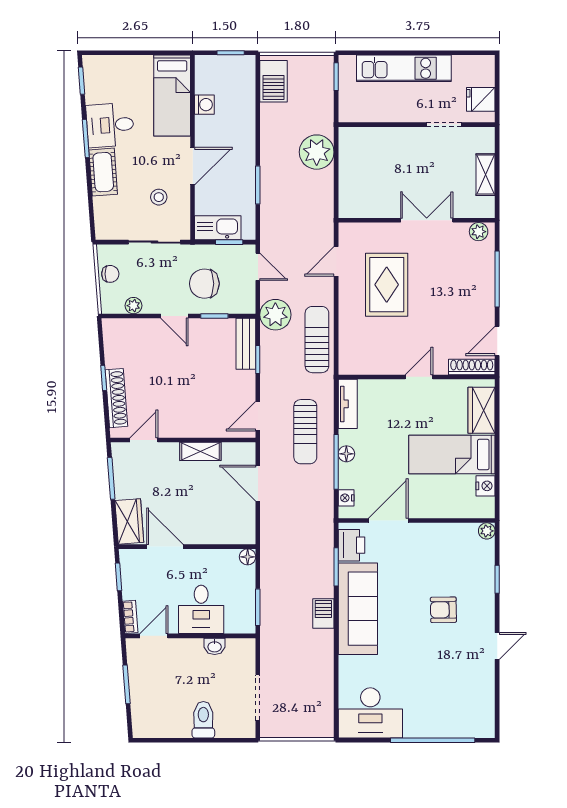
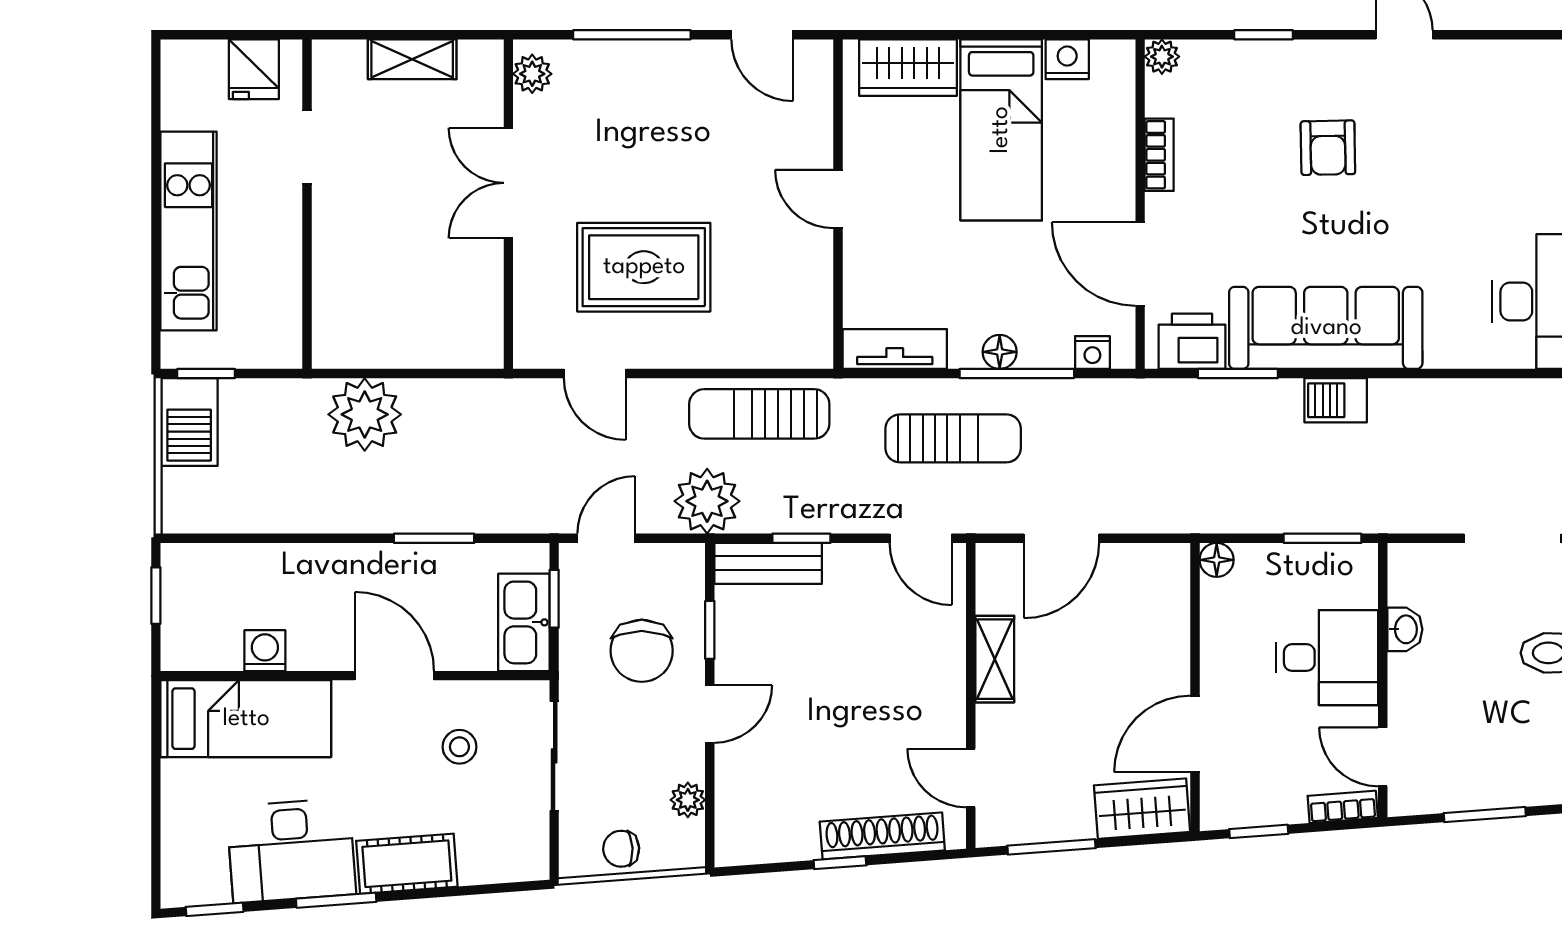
barbecue: (274, 81) -> (189, 422), moved, turned 90
desk: (110, 125) -> (291, 850), width x1.37
chair: (110, 274) -> (621, 849), turned -93
shoe rack: (472, 367) -> (817, 88), removed
bookcase: (440, 530) -> (1159, 155), added

